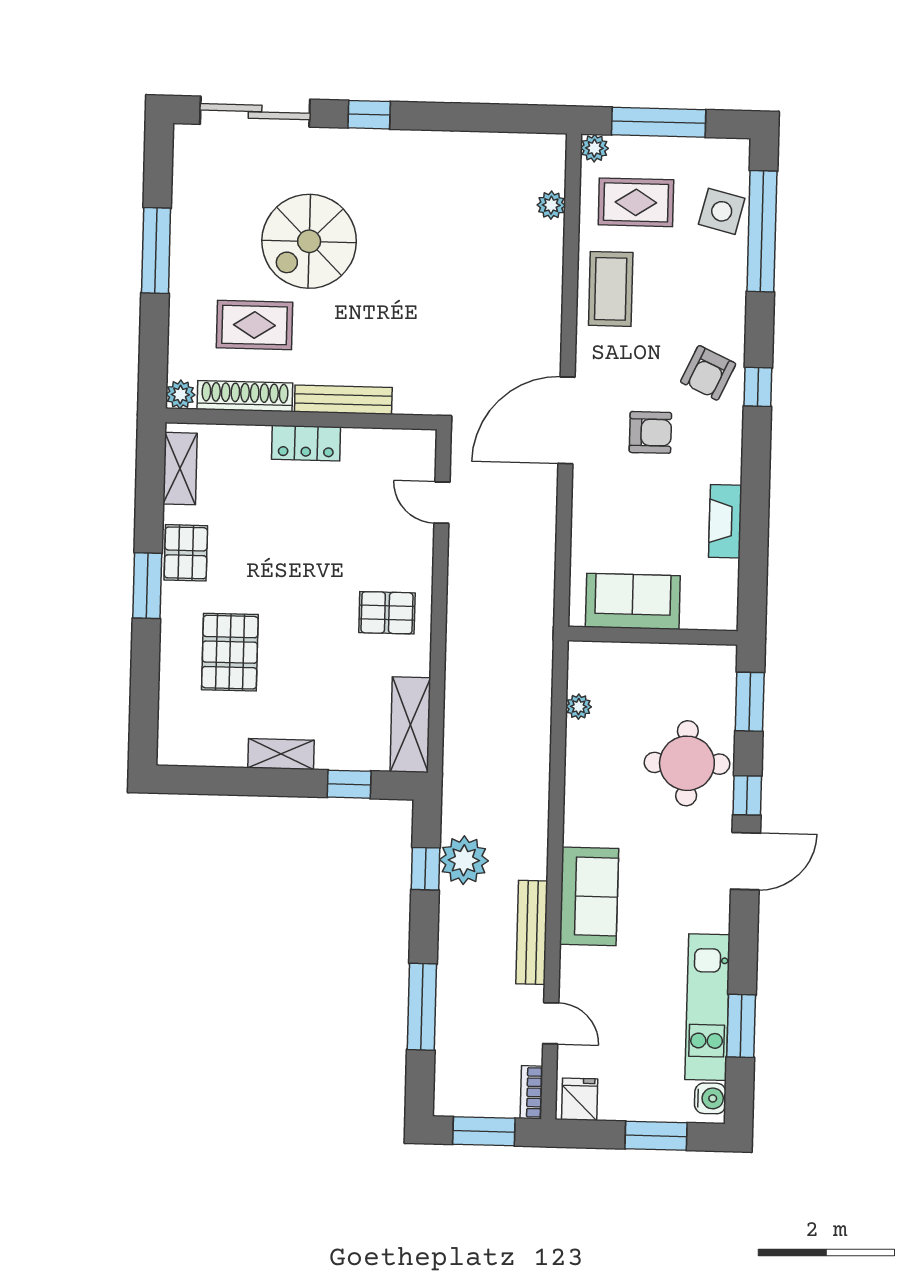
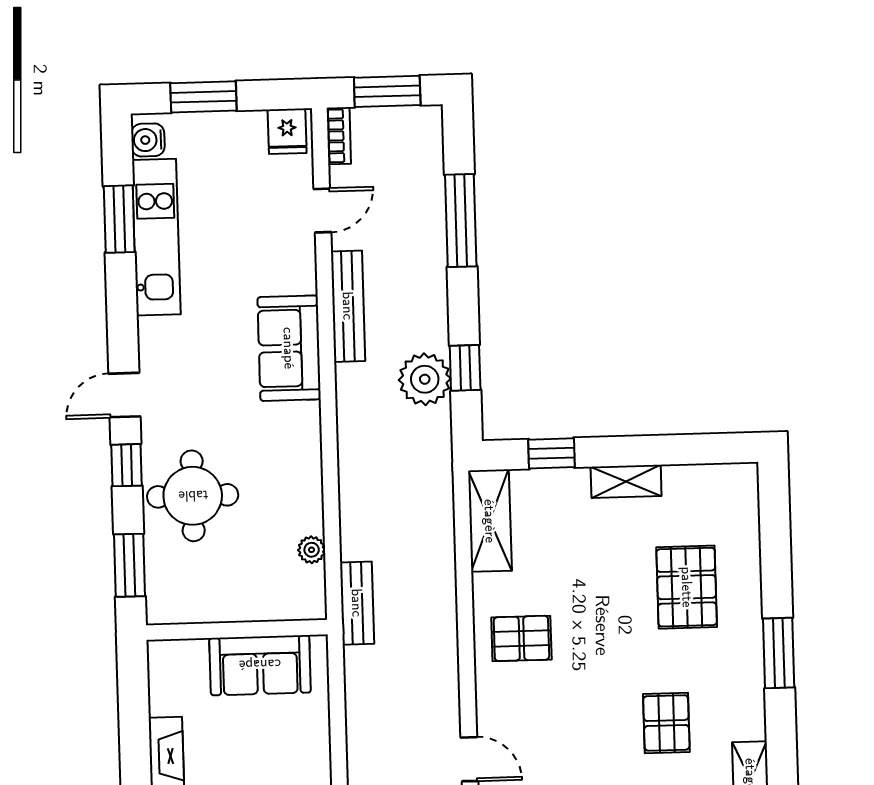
pallet: (186, 553) -> (666, 723), moved
bench: (539, 654) -> (357, 603), added
door: (745, 861) -> (124, 395), width x0.73
door: (551, 1023) -> (322, 211), swing flipped

